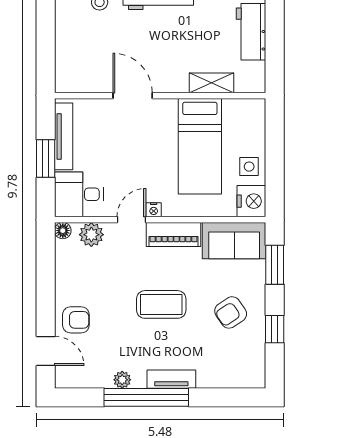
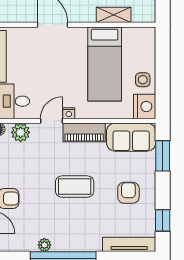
armchair: (231, 312) -> (128, 193), turned 124
window: (275, 329) -> (163, 220), moved
tv unit: (171, 379) -> (129, 244), moved, width x1.41

